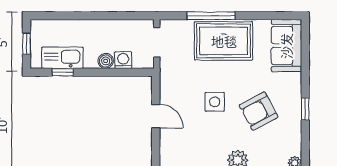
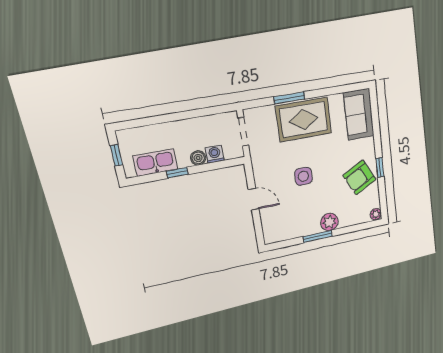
window: (211, 16) -> (289, 98), width x0.69
window: (63, 72) -> (177, 173), moved
armchair: (259, 111) -> (359, 178), moved

